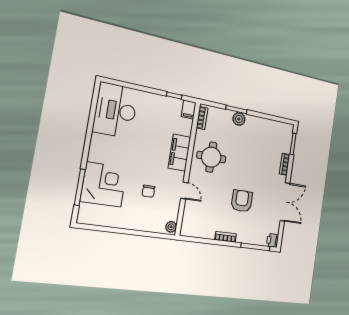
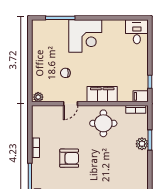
desk: (116, 110) -> (137, 32), width x0.53, depth x0.77
corner desk: (104, 185) -> (85, 36), moved

